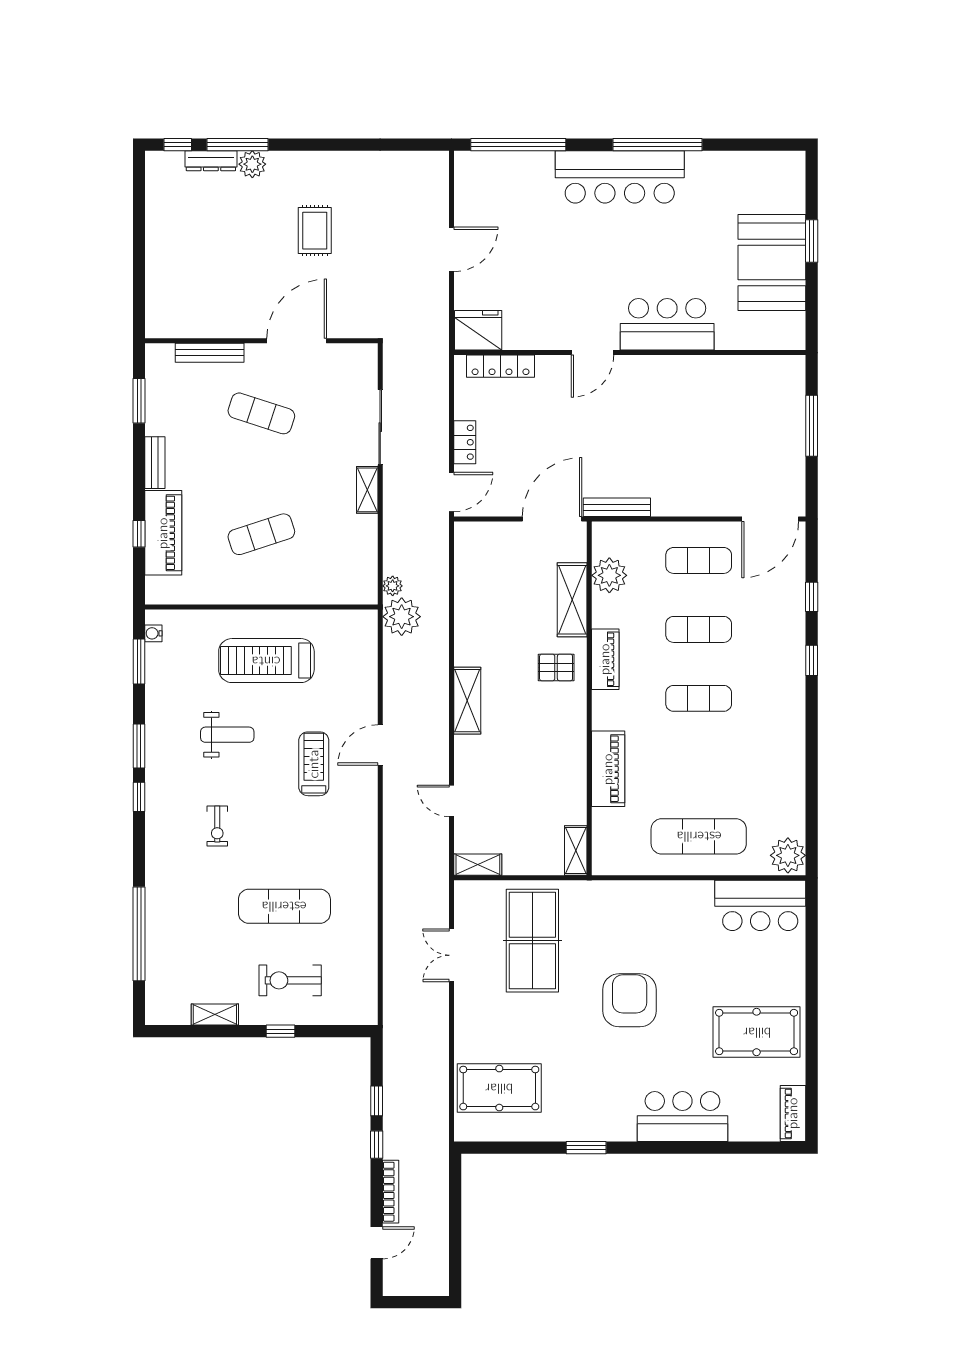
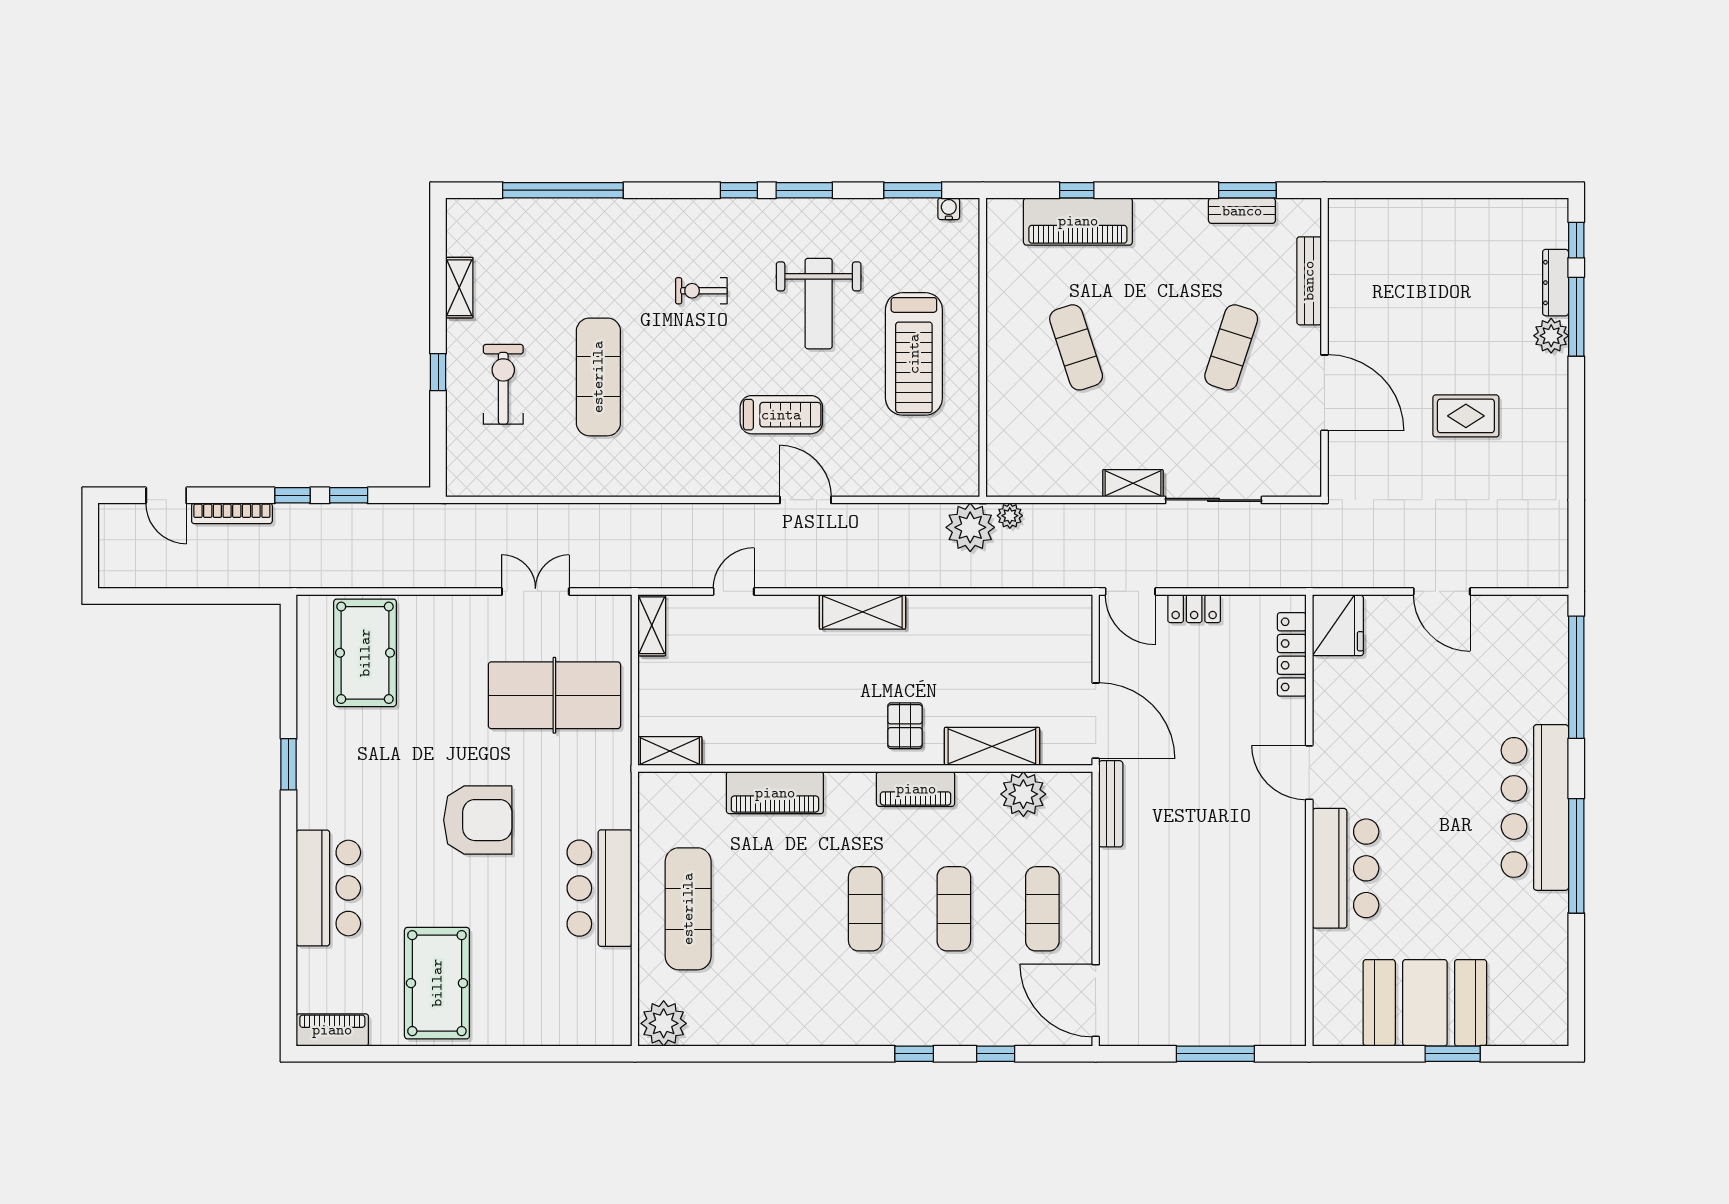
bench: (155, 463) -> (1242, 211), moved
treadmill: (266, 661) -> (914, 354), turned 180
weight bench: (227, 735) -> (819, 304), width x1.36, depth x1.33
bar counter: (760, 905) -> (599, 888), moved

